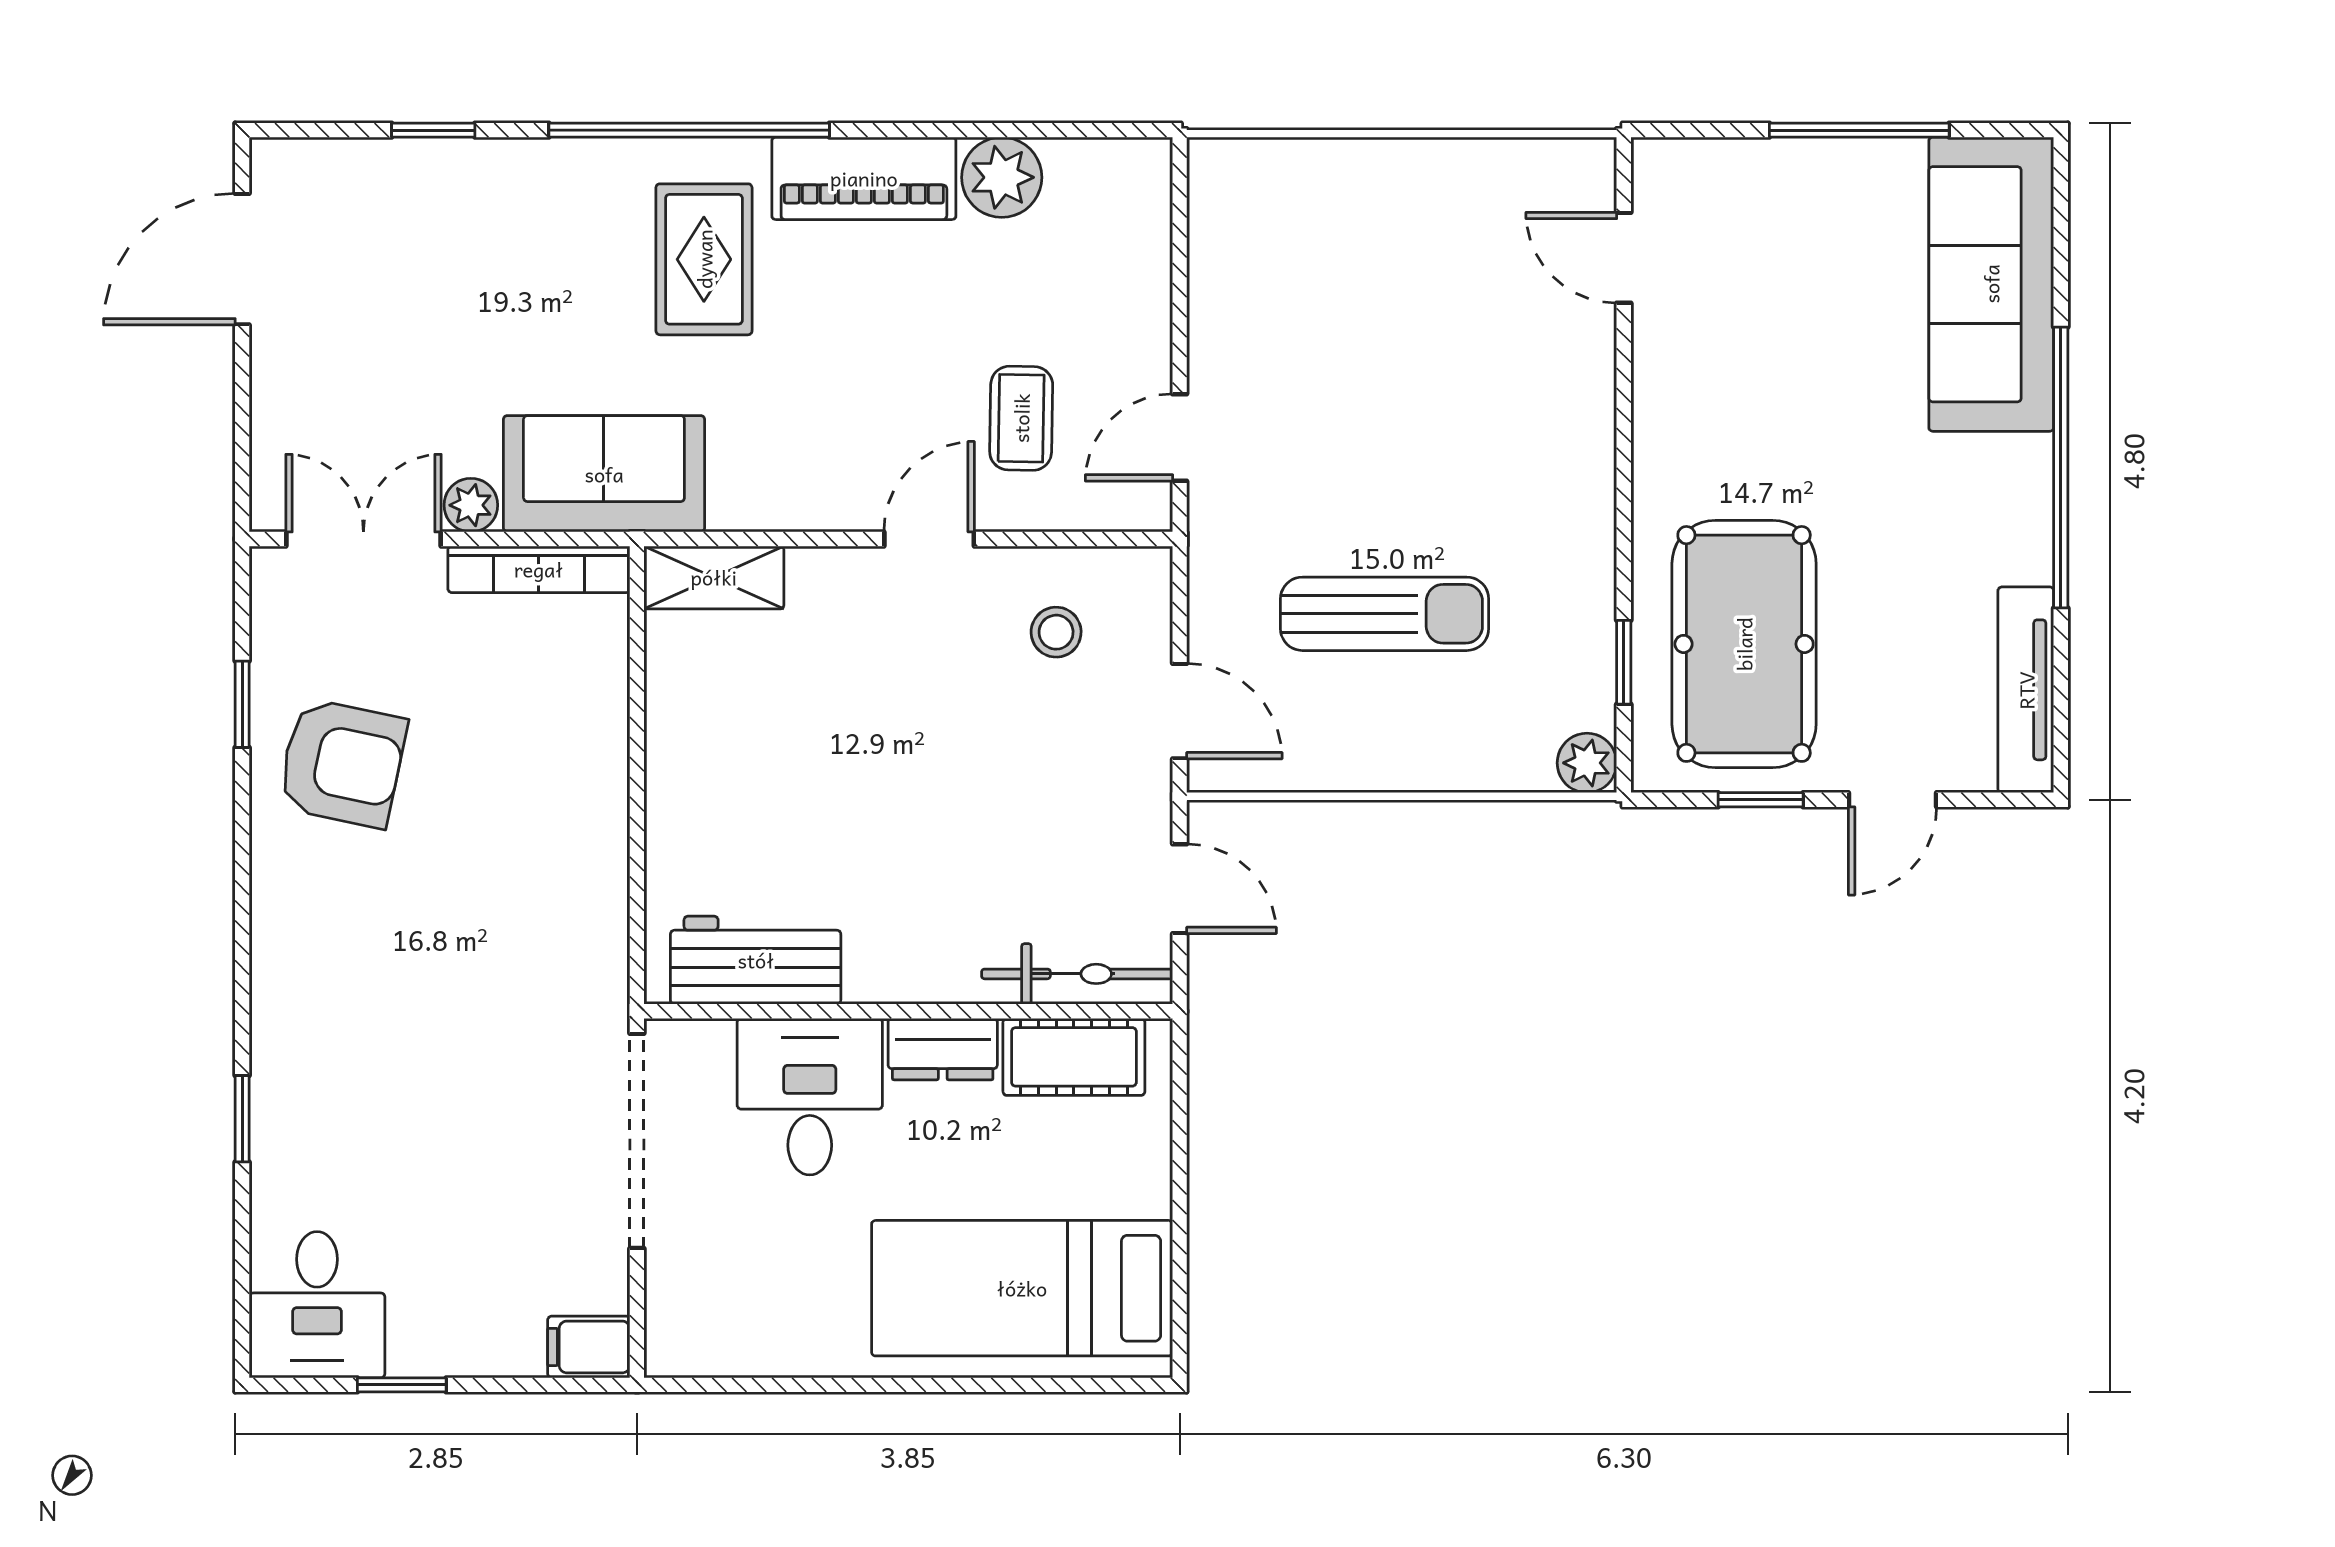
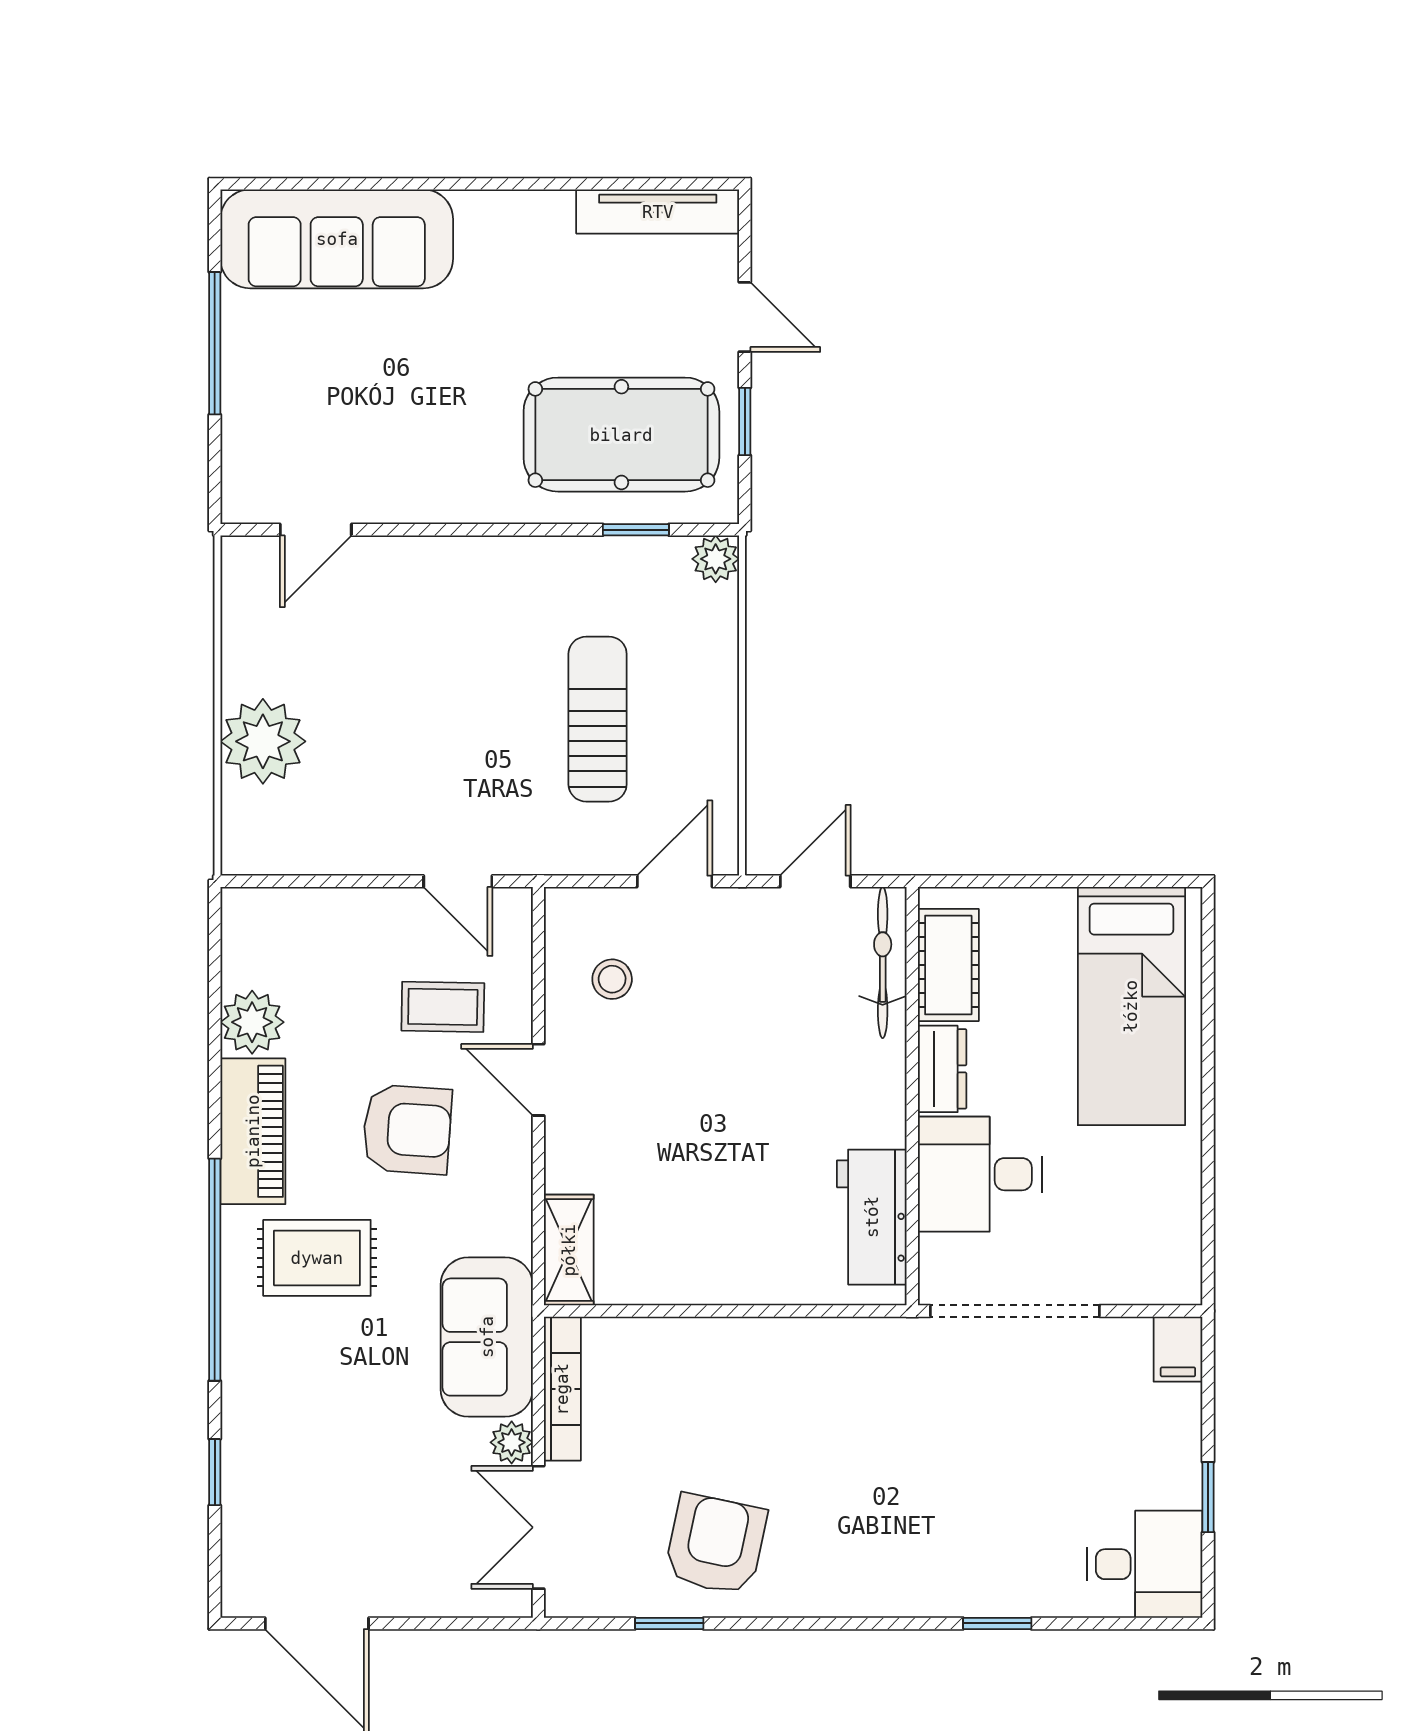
plant: (1357, 191) -> (263, 741), added
armchair: (866, 373) -> (407, 1129), added
window: (2061, 468) -> (482, 184), removed

